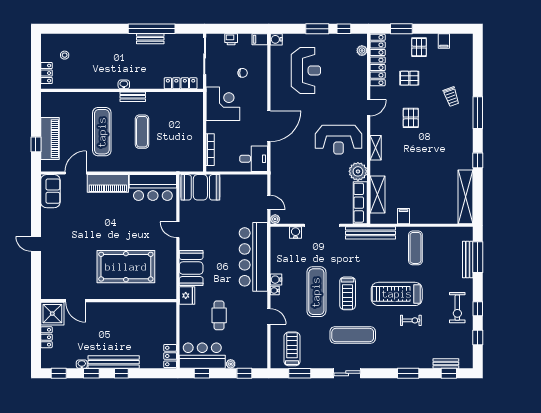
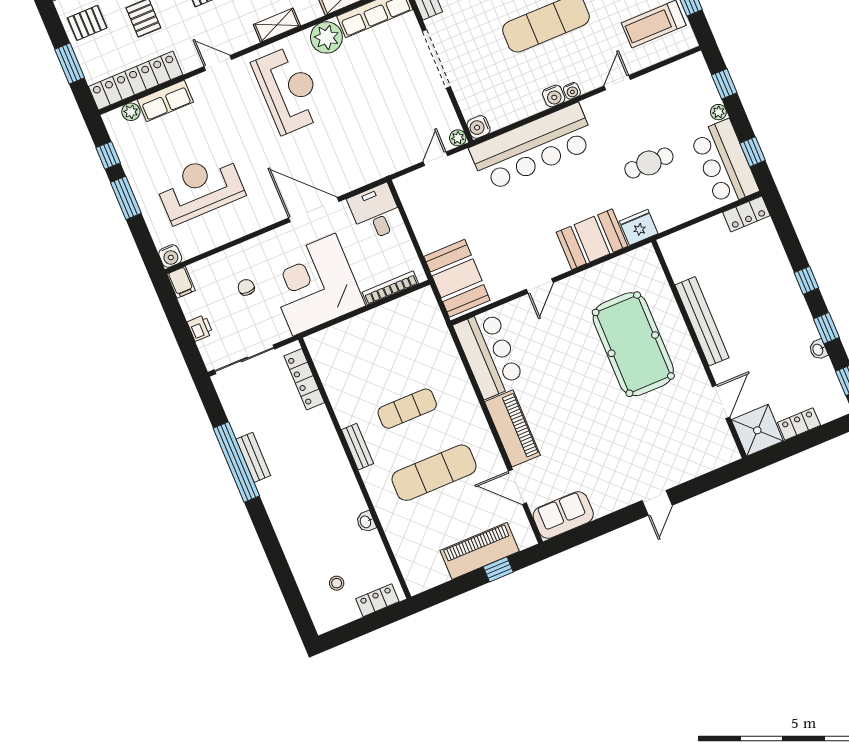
row of seats: (360, 71) -> (165, 101), added
washbasin: (124, 84) -> (366, 522), moved
corner desk: (223, 104) -> (314, 285), width x1.36, depth x1.36
water cooler: (296, 233) -> (479, 127), moved
bench: (114, 362) -> (702, 321), moved

